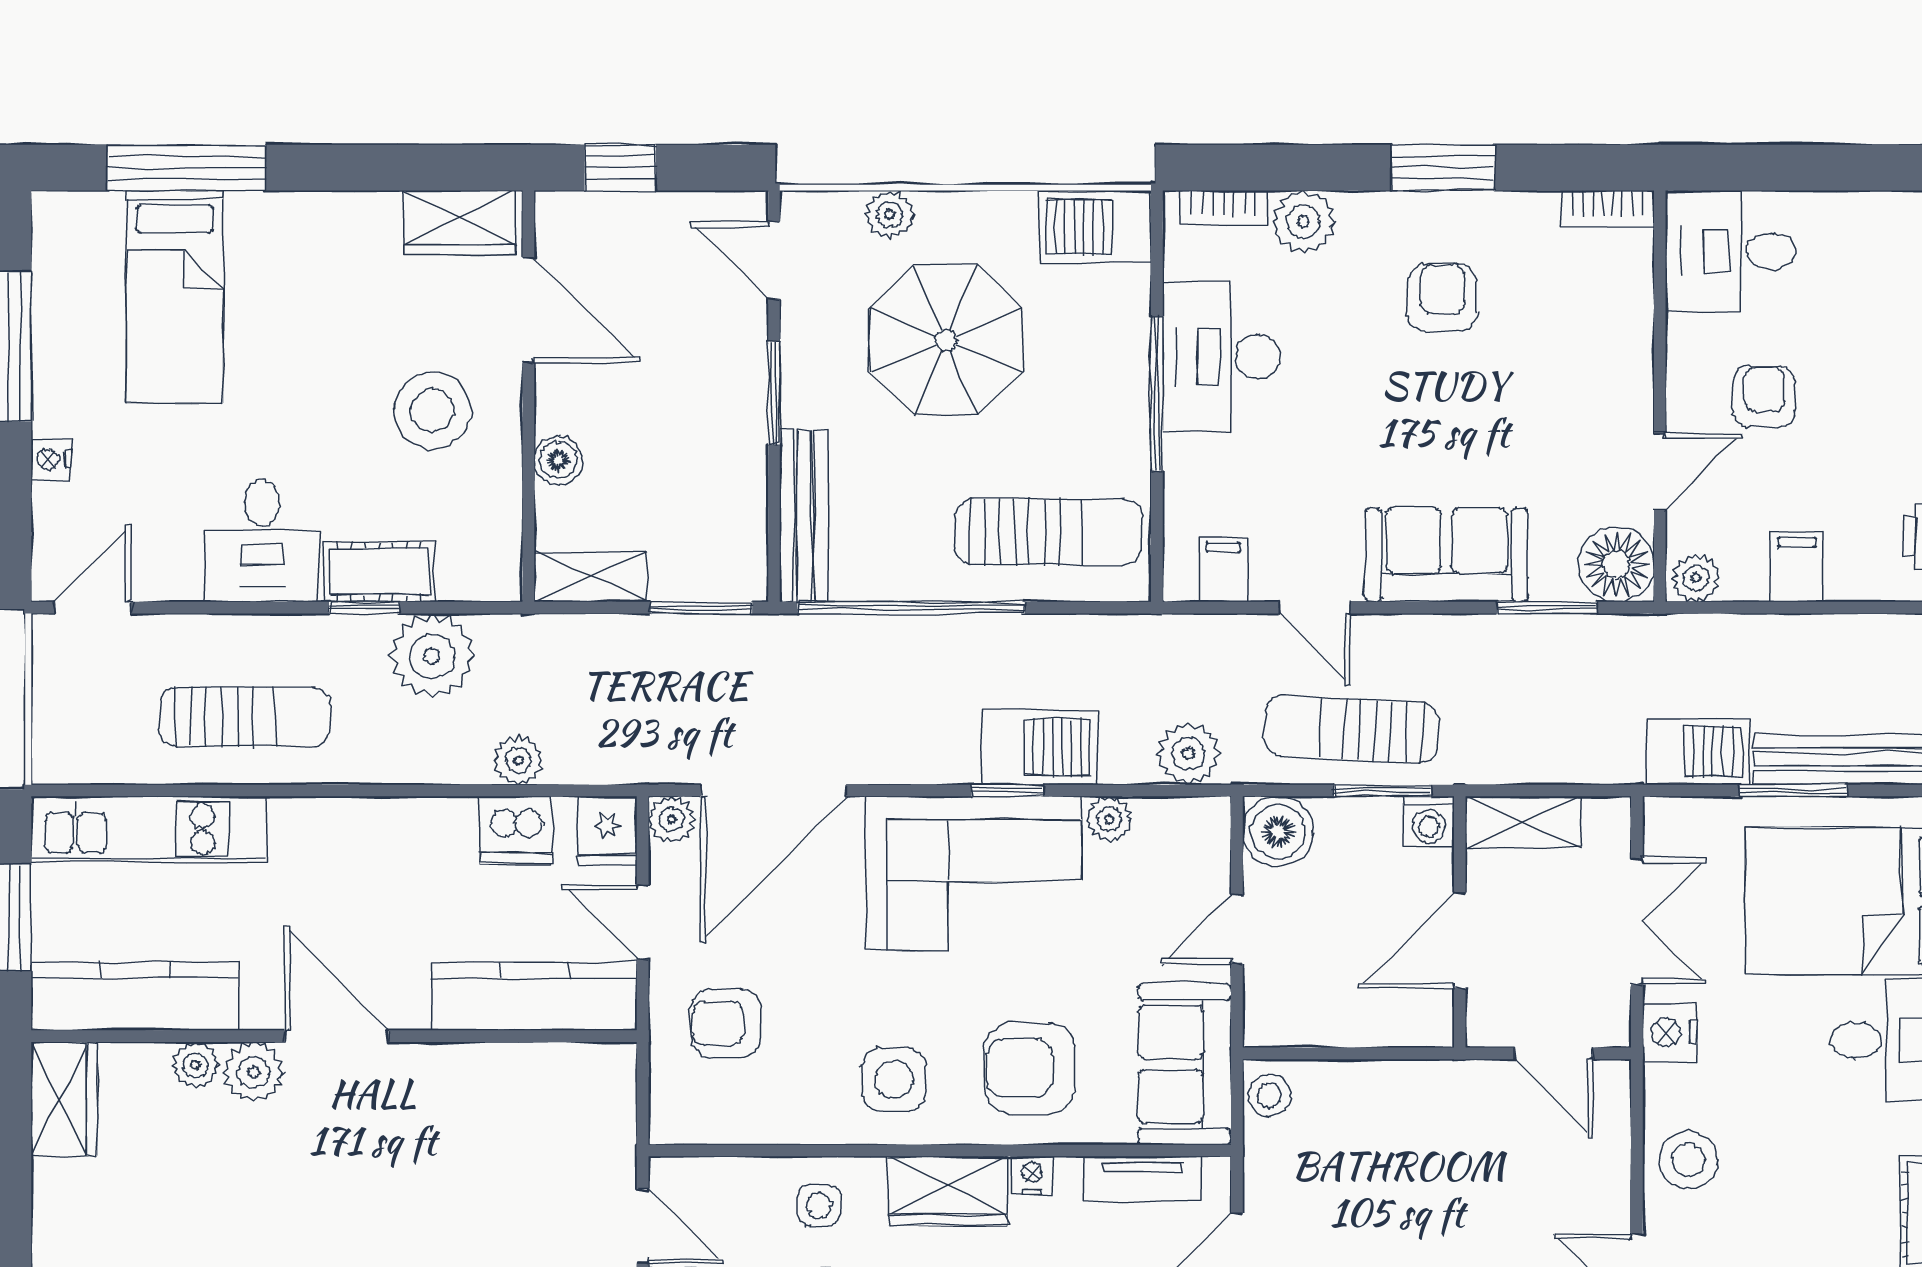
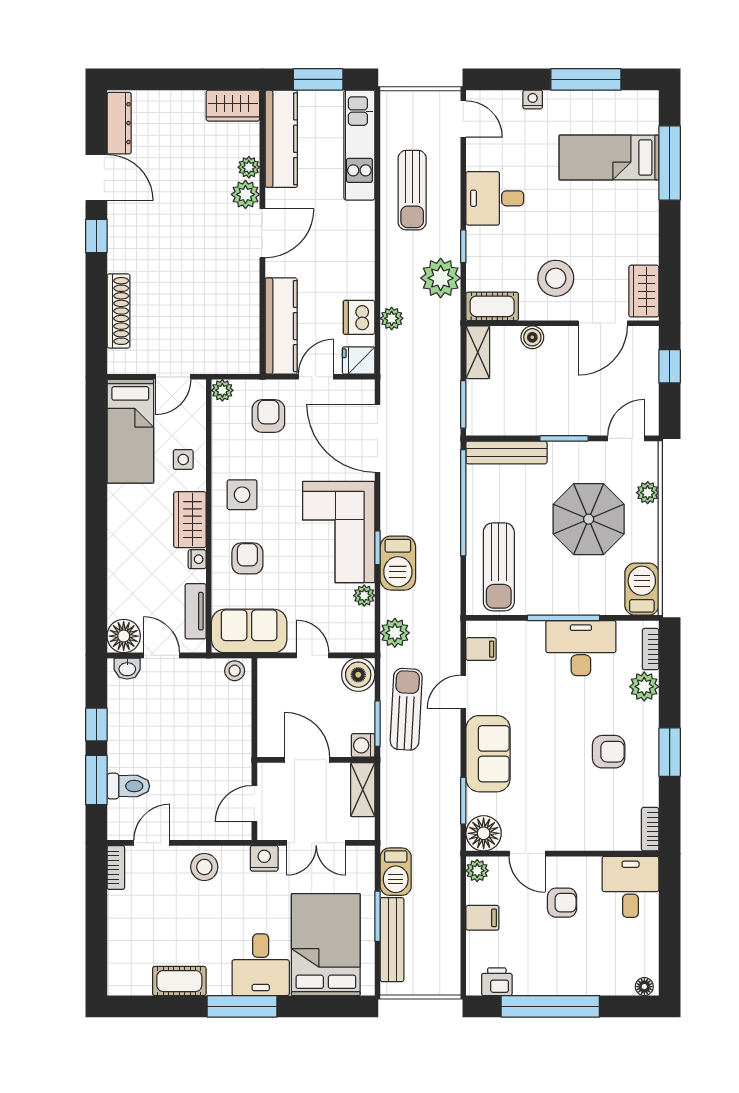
cot: (379, 572) -> (492, 306), moved, turned 90
plant: (671, 819) -> (222, 390), moved
armchair: (1030, 1068) -> (247, 558), width x0.72, depth x0.72

